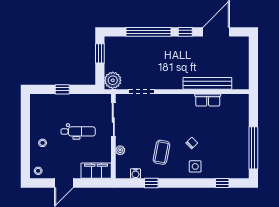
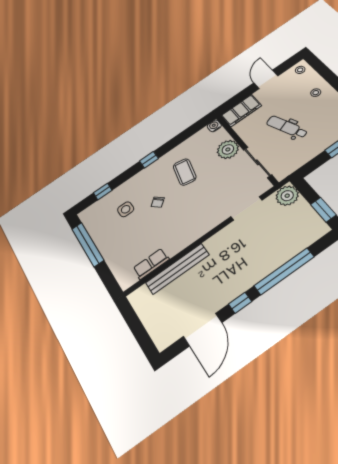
row of seats: (208, 100) -> (151, 264), moved
dental chair: (78, 131) -> (287, 127), turned 68
plant: (120, 150) -> (228, 149), width x1.88, depth x1.88
side table: (195, 166) -> (126, 209), moved
water cooler: (135, 174) -> (214, 126), moved
window: (151, 183) -> (149, 160), moved

